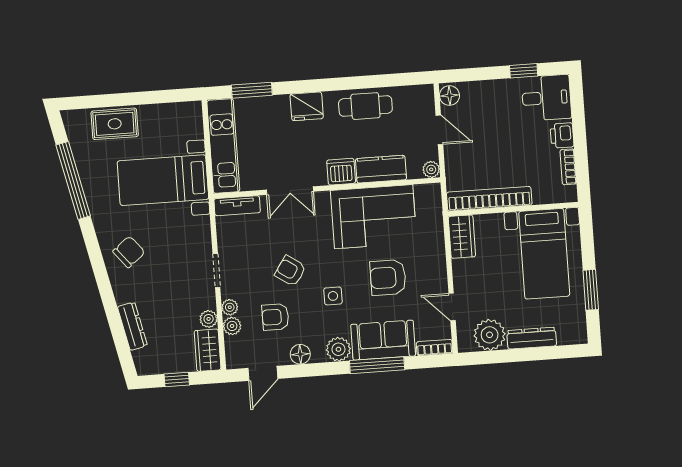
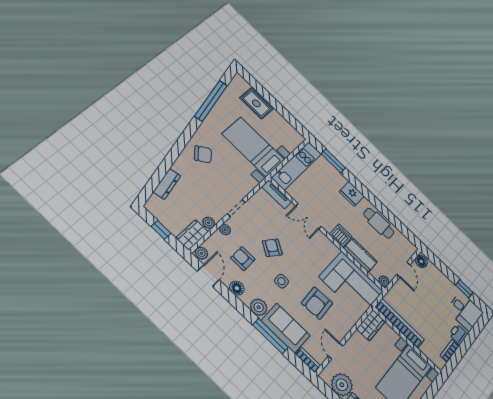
corner sofa: (374, 217) -> (351, 284), moved
armchair: (388, 278) -> (317, 303), turned -93
plant: (232, 326) -> (201, 253), moved
door: (263, 373) -> (208, 276), swing flipped

